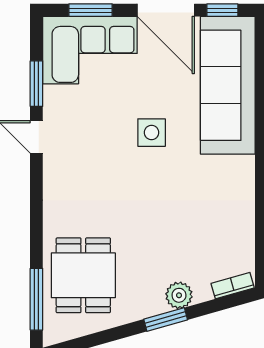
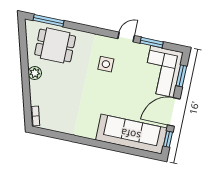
side table: (152, 133) -> (106, 64), moved
plant: (179, 295) -> (35, 73), moved
window: (166, 320) -> (26, 80), removed

